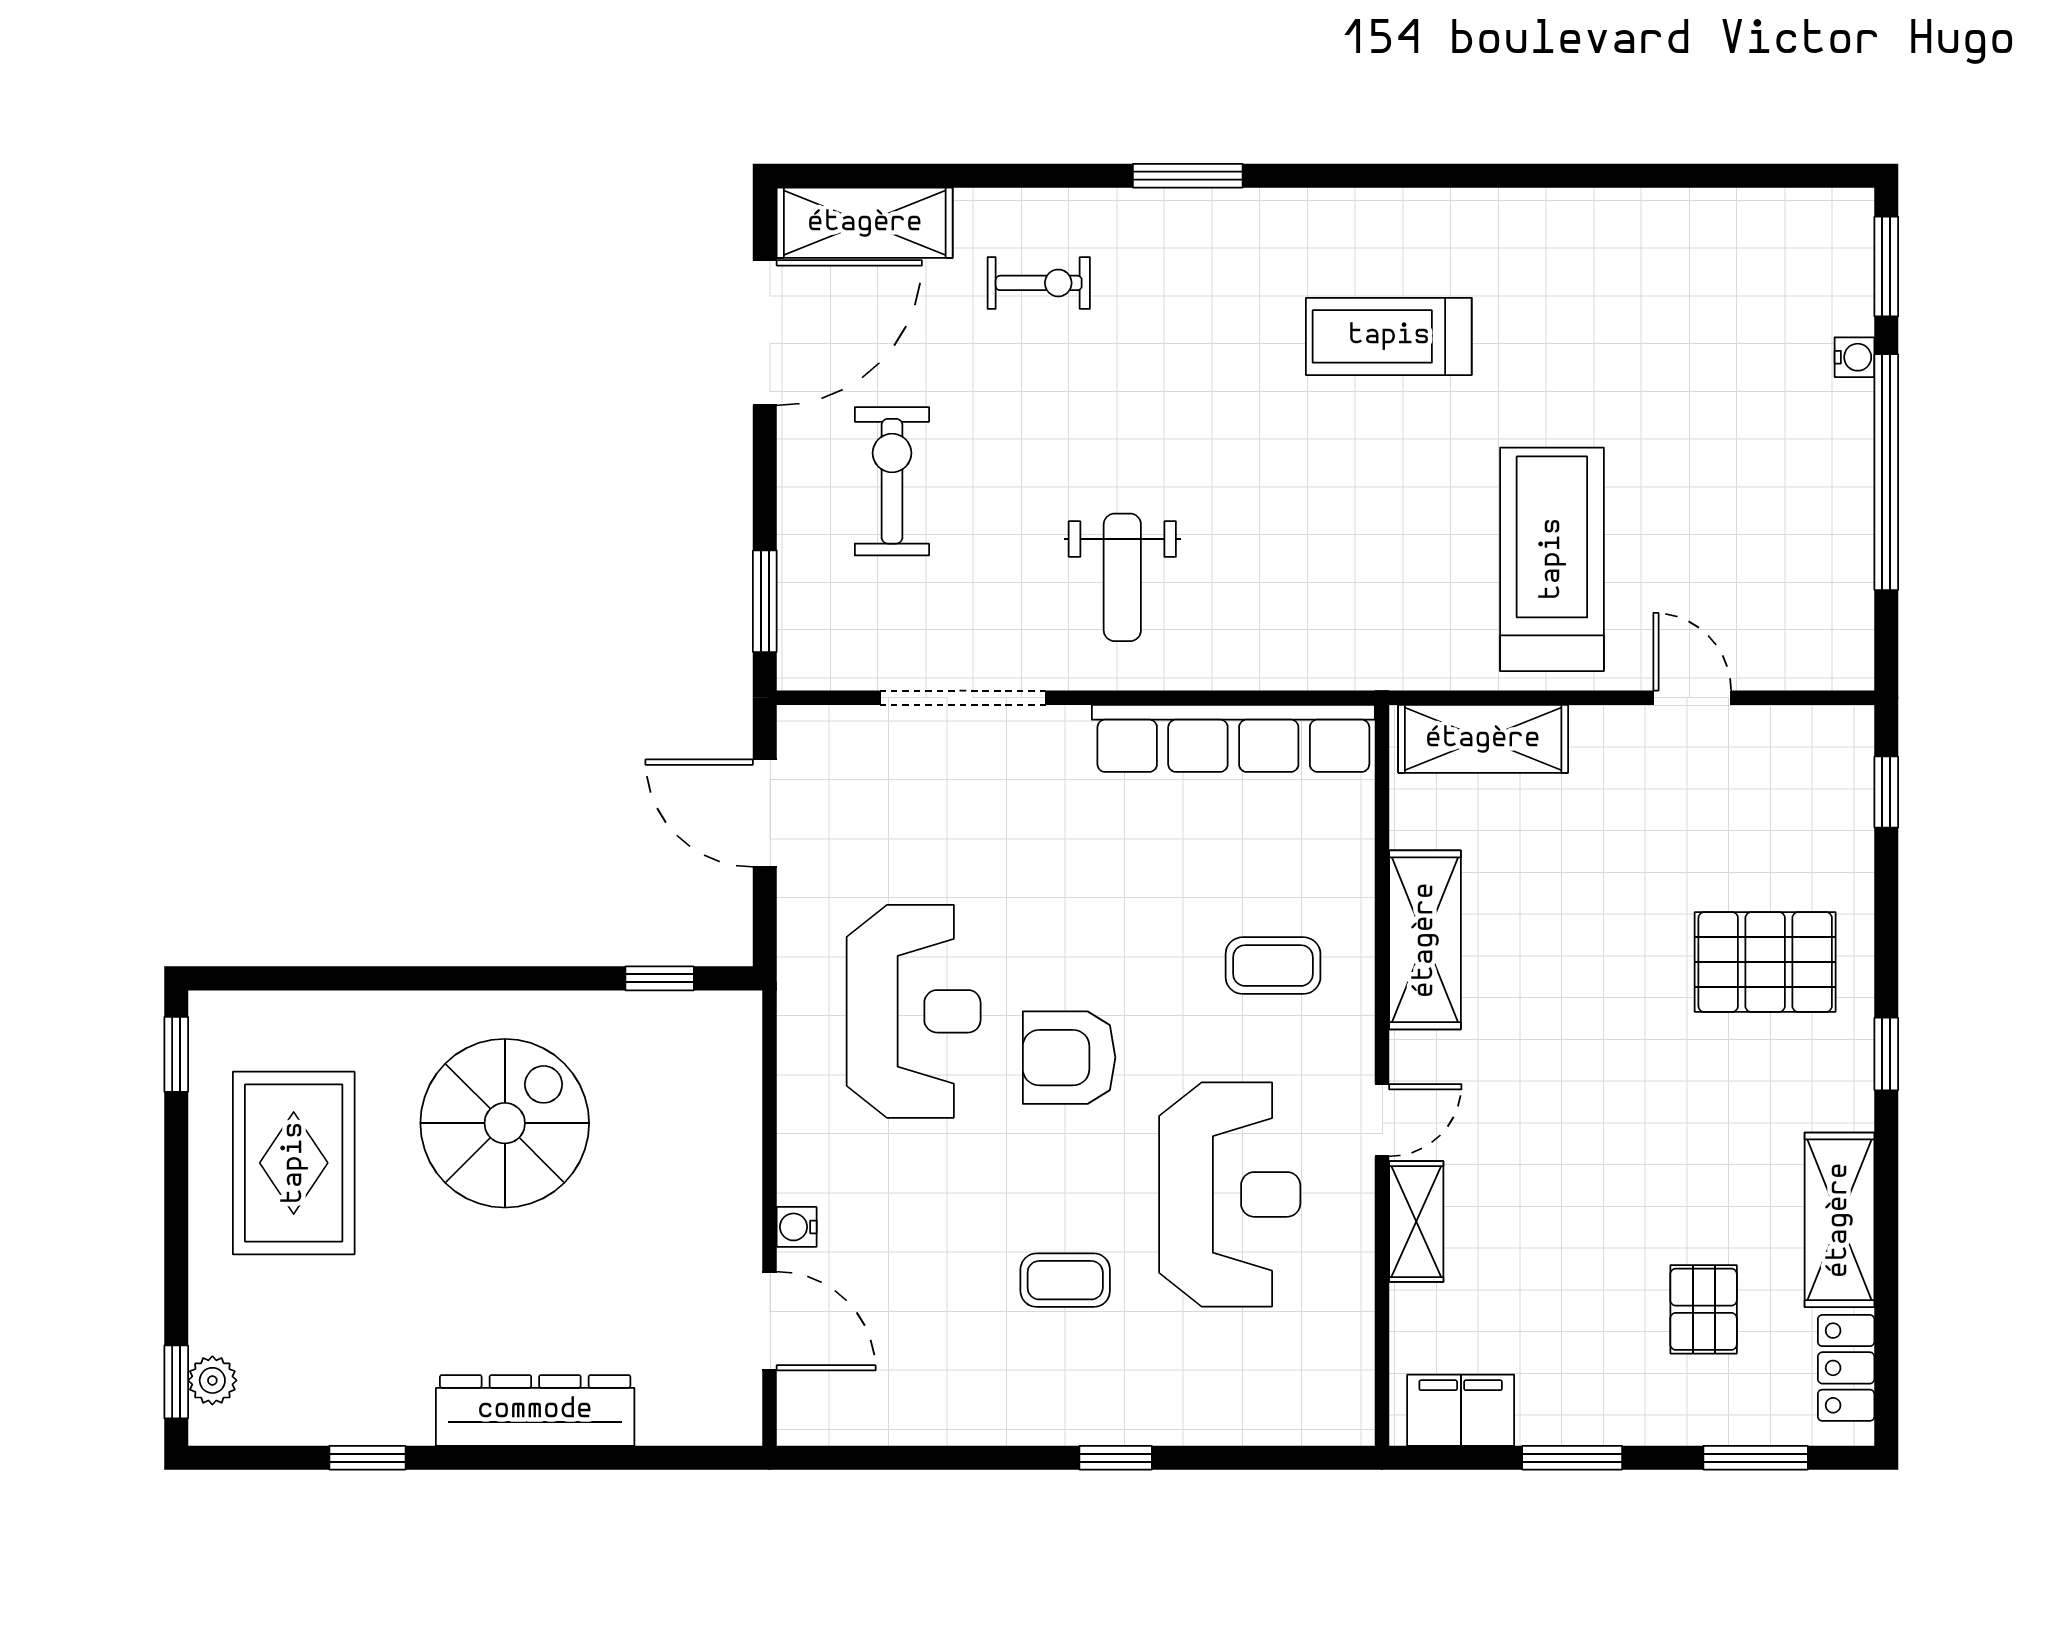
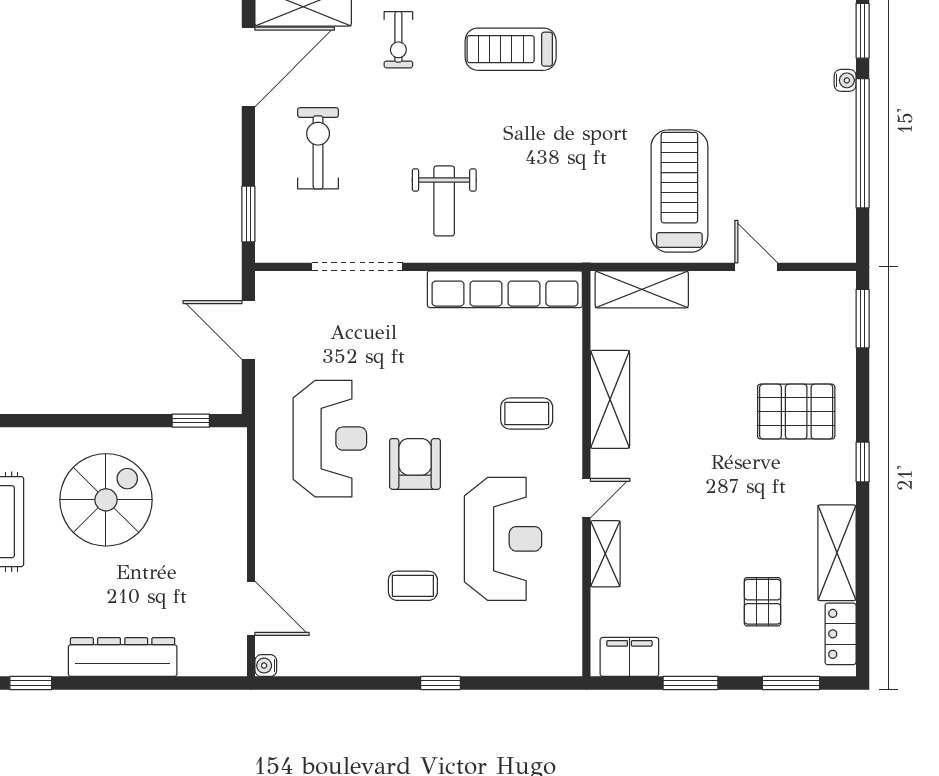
exercise bike: (1039, 283) -> (398, 40), turned 90
treadmill: (1389, 336) -> (511, 49), moved
window: (1886, 792) -> (863, 319), width x1.50
armchair: (1069, 1058) -> (415, 464), turned 90
water cooler: (797, 1227) -> (266, 666), moved

